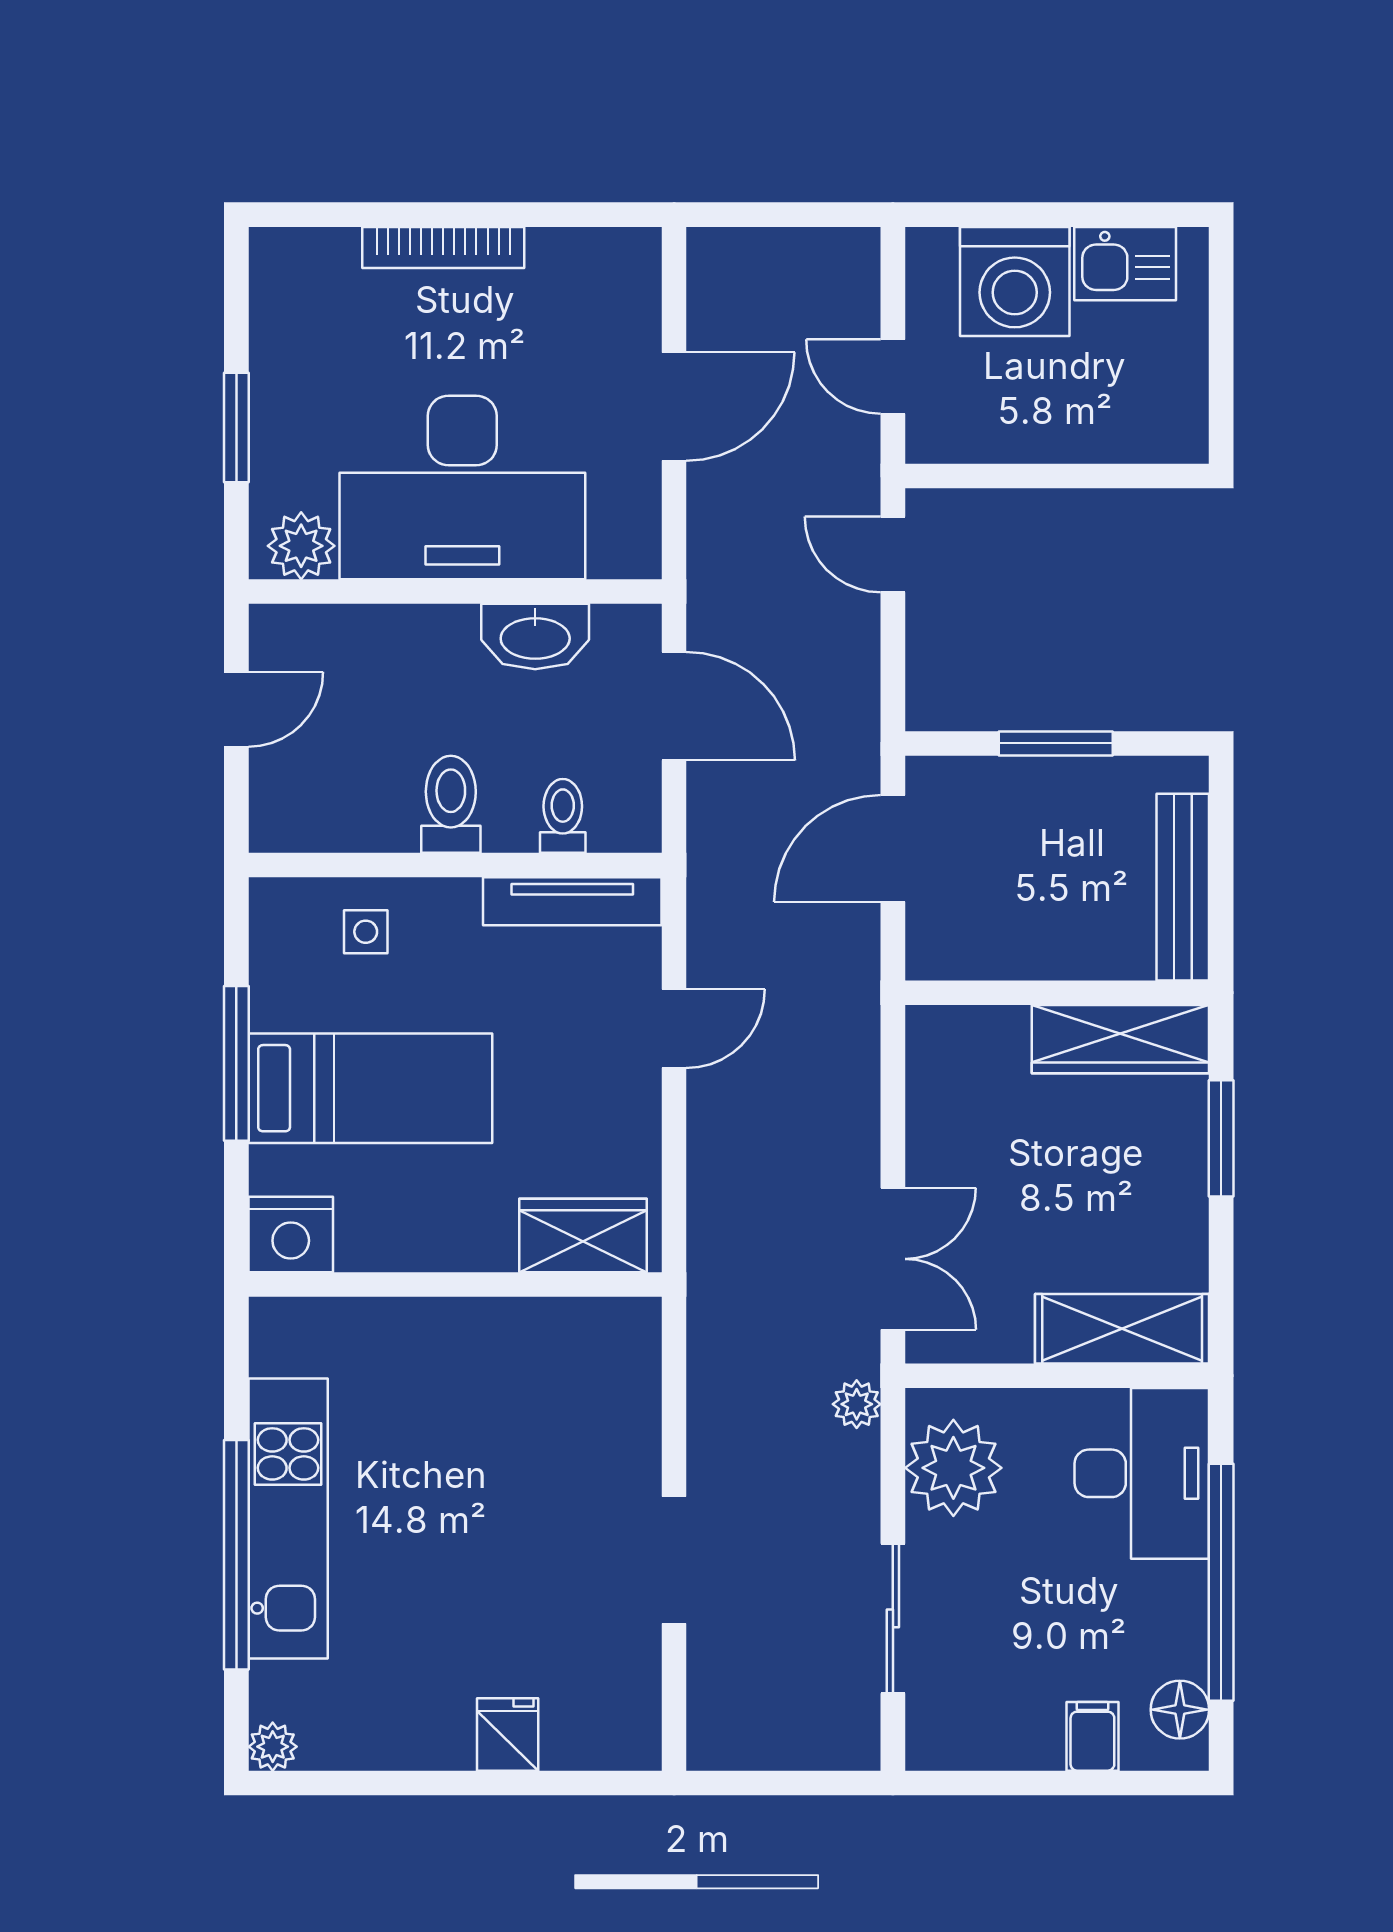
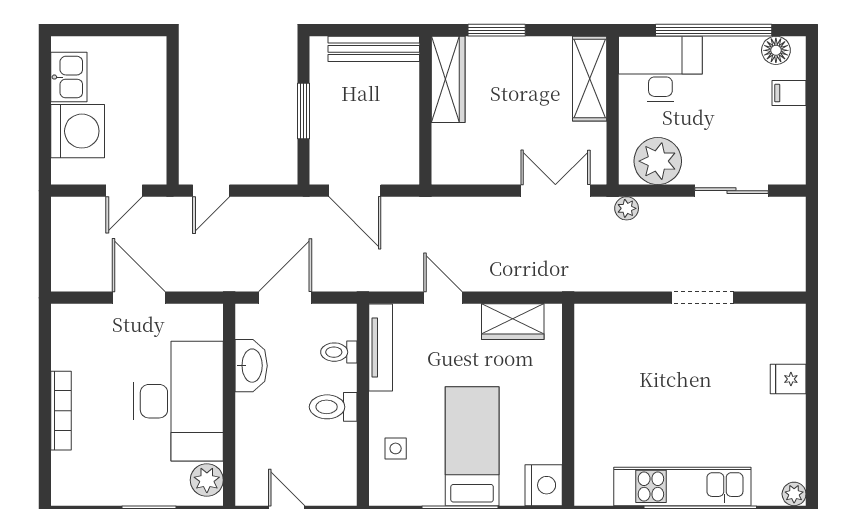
wardrobe: (583, 1235) -> (513, 322), moved, turned -90

